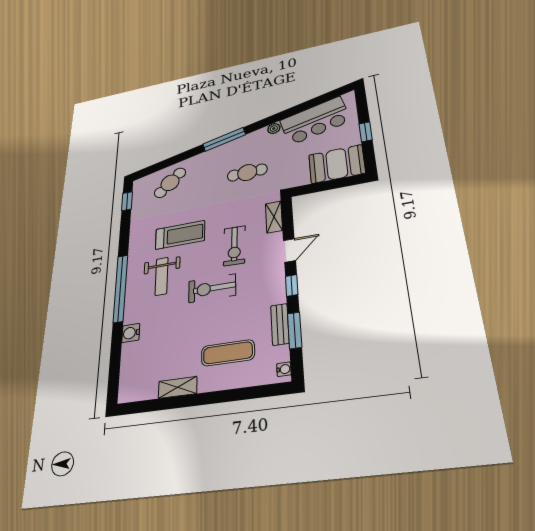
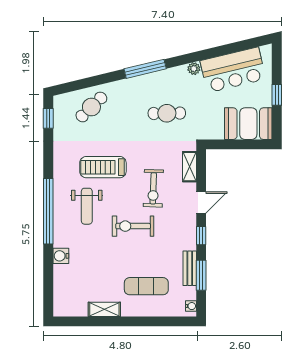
treadmill: (180, 235) -> (103, 167), turned 180

